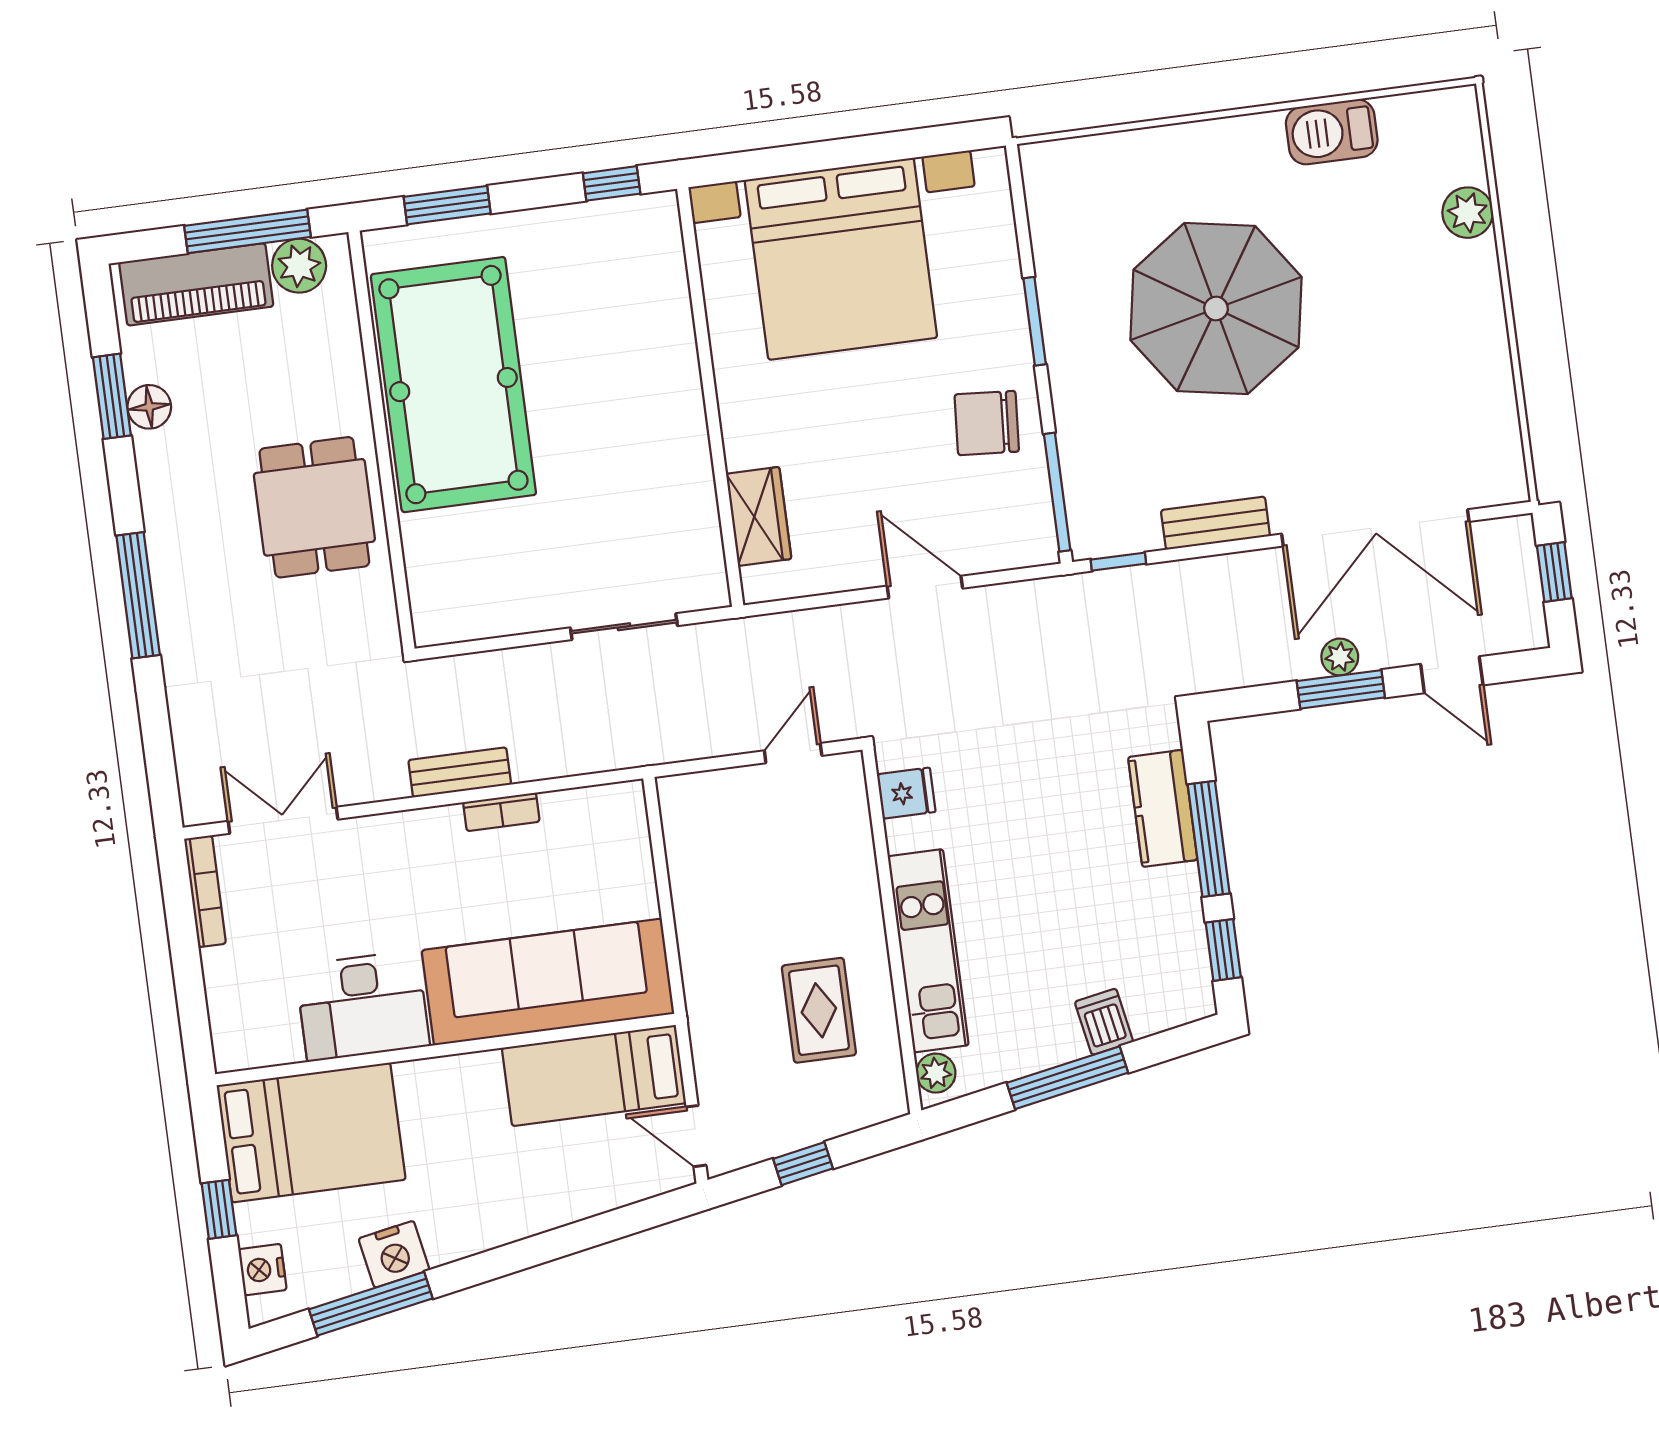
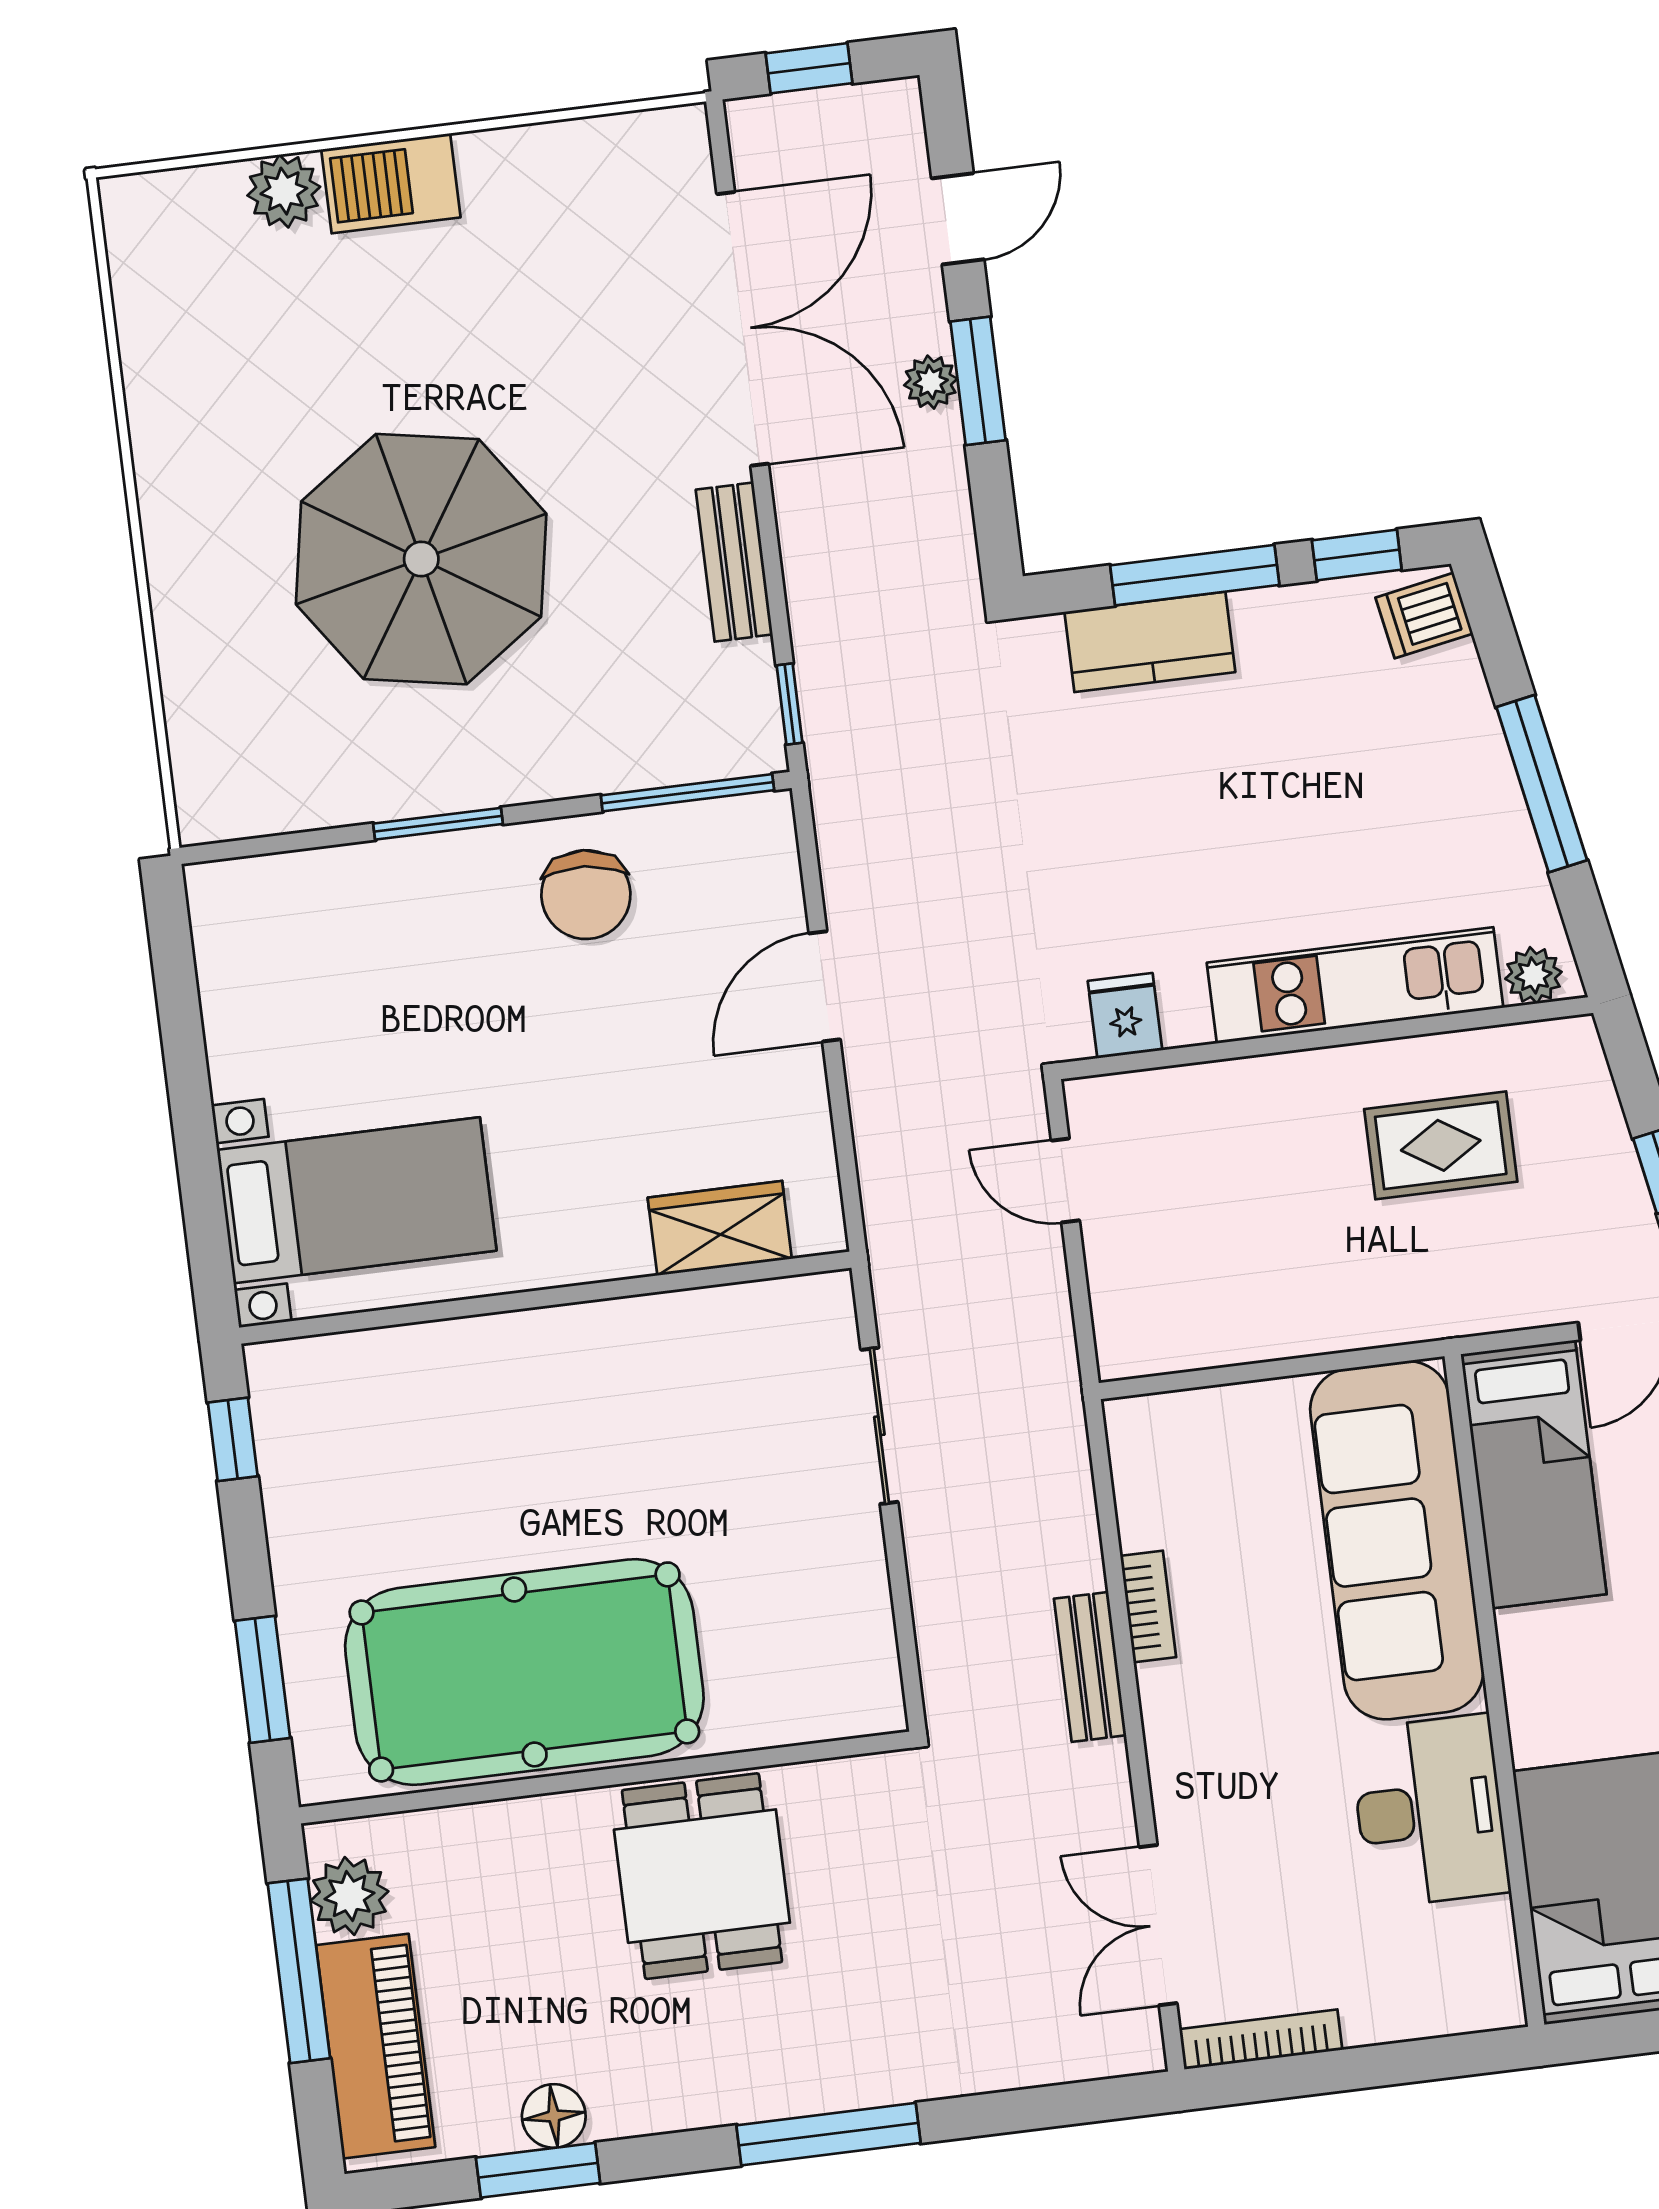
barbecue: (1332, 132) -> (391, 183), moved, turned 90
bed with nightstands: (841, 259) -> (357, 1200), width x0.54
dining table: (314, 507) -> (702, 1876), turned 90
dishwasher: (1104, 1022) -> (1424, 616), moved

